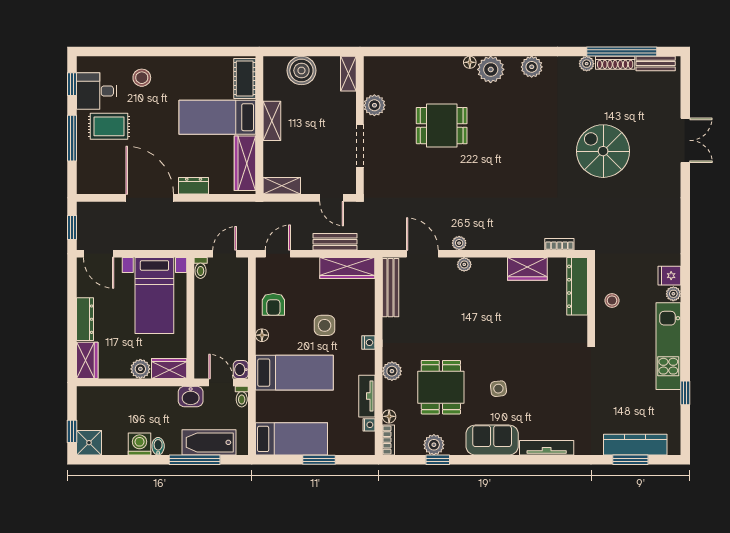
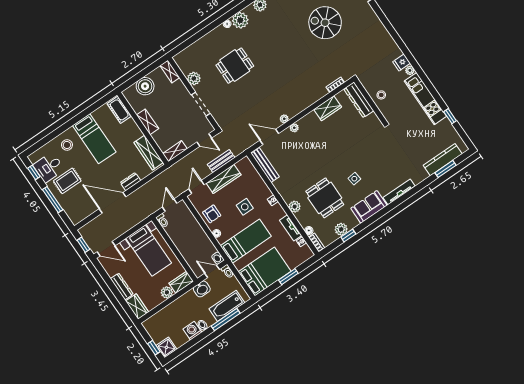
bed: (217, 117) -> (94, 139), moved, turned -90
wardrobe: (347, 268) -> (224, 179), moved
bed: (291, 439) -> (265, 271), width x1.50

